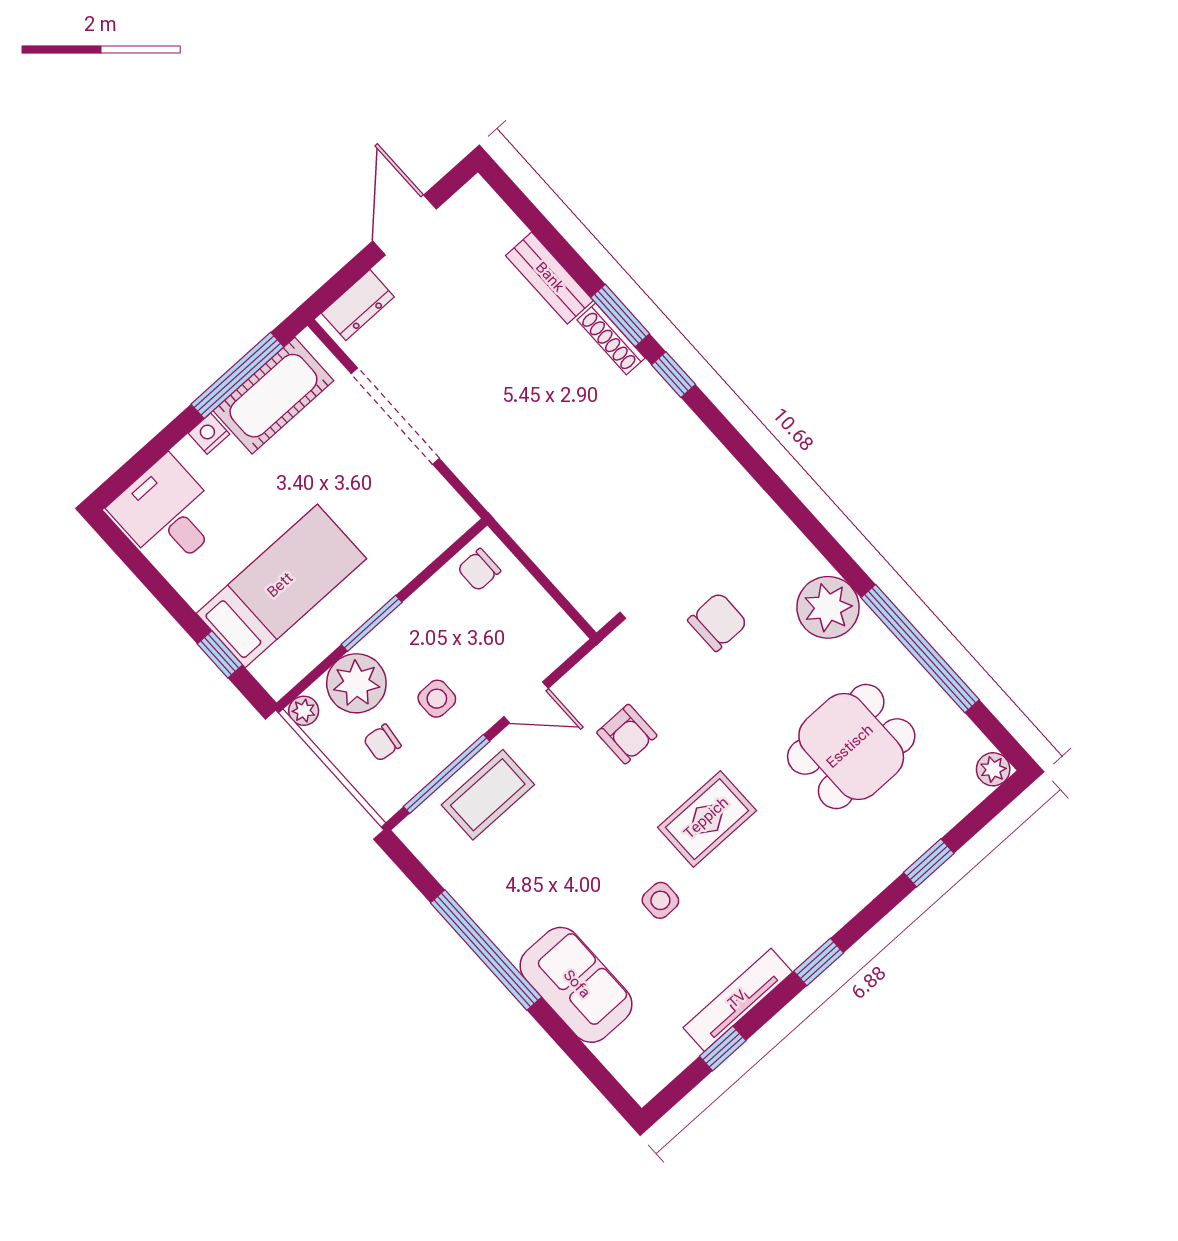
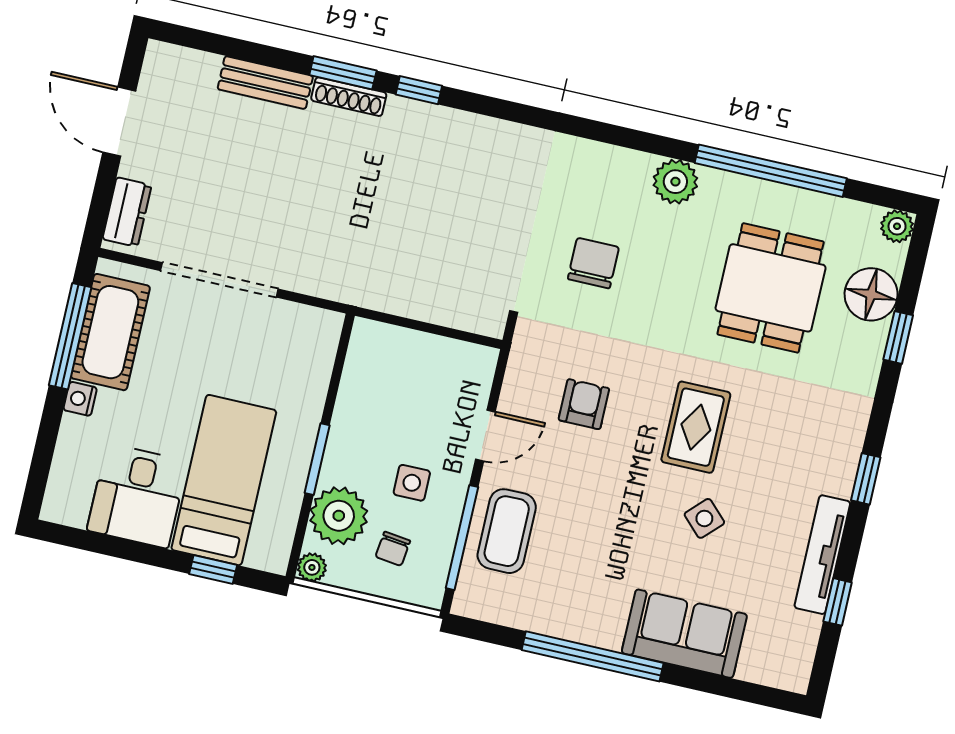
desk: (167, 514) -> (137, 496), moved, turned -90
chair: (479, 570) -> (373, 356), removed
plant: (828, 607) -> (675, 182), width x0.73, depth x0.73
armchair: (627, 734) -> (584, 404), turned -90
floor lamp: (931, 811) -> (871, 294), added
side table: (660, 900) -> (704, 518), turned 45

